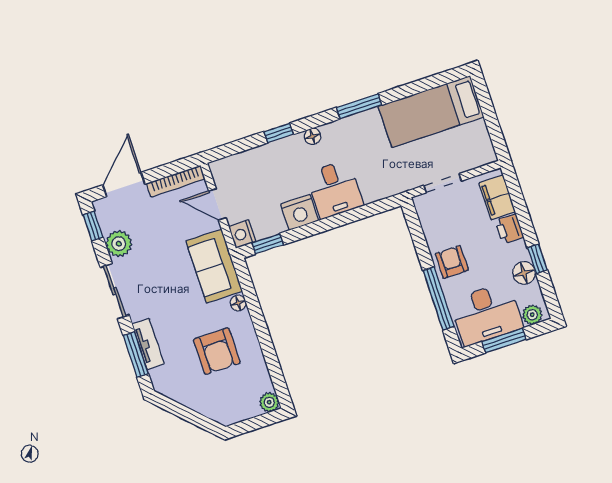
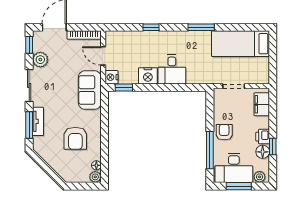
floor lamp: (313, 136) -> (169, 36), removed
printer: (509, 229) -> (263, 137), moved
floor lamp: (238, 303) -> (96, 165), moved

